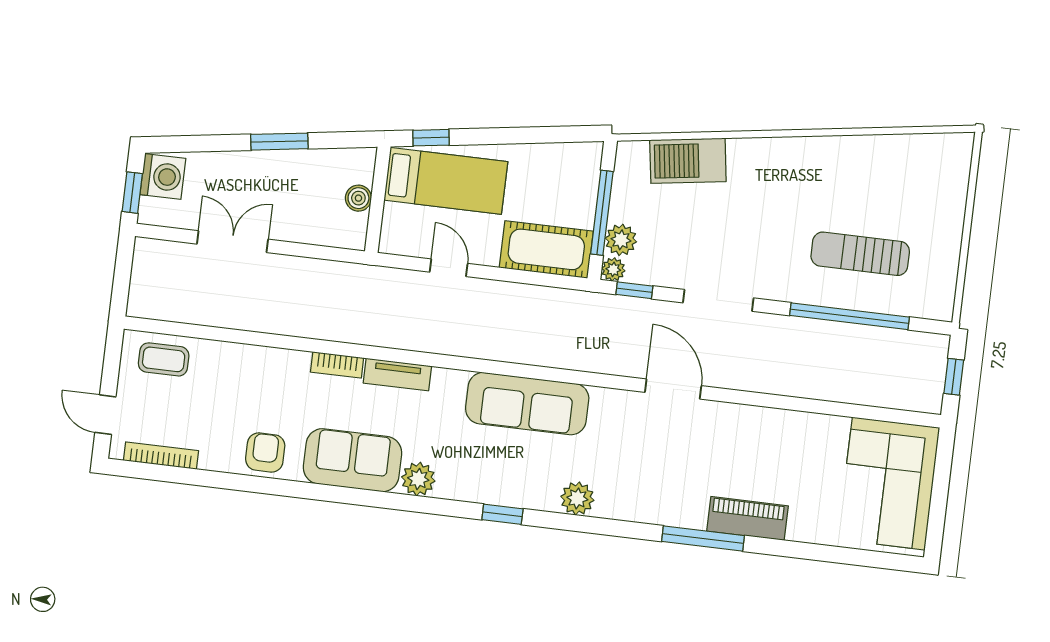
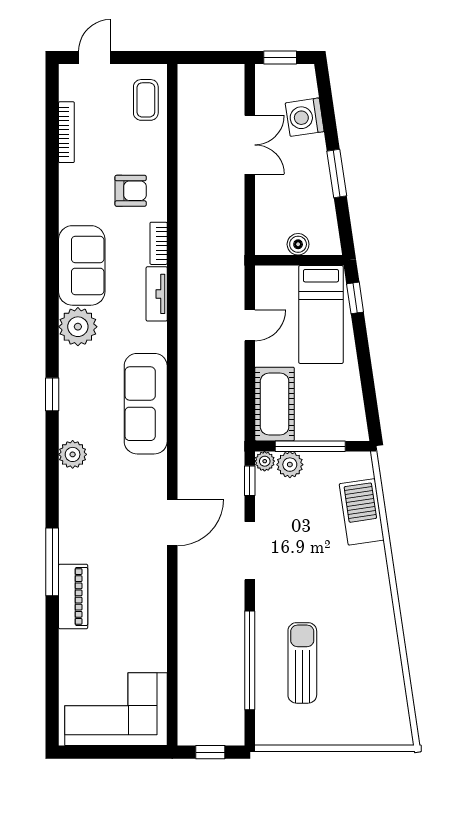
washing machine: (163, 177) -> (305, 117), moved, turned 82
armchair: (265, 452) -> (131, 191), moved
bookcase: (161, 456) -> (66, 132), moved
plant: (418, 479) -> (78, 327), width x1.36, depth x1.36

